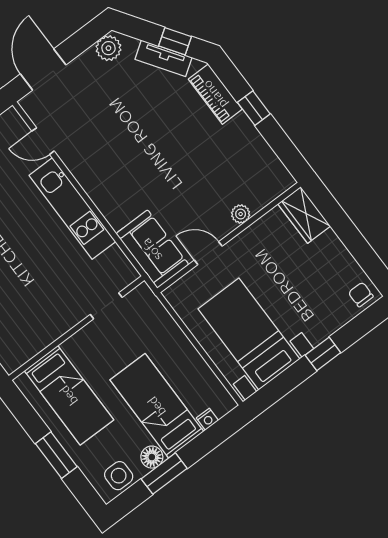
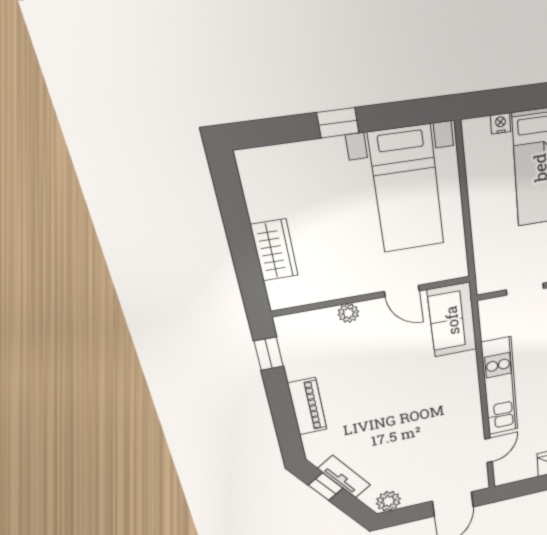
piano: (215, 94) -> (307, 406), moved
window: (254, 108) -> (269, 354), moved
door: (43, 141) -> (488, 450), hinge flipped
wardrobe: (304, 215) -> (274, 250), moved
chair: (361, 295) -> (259, 166), removed

